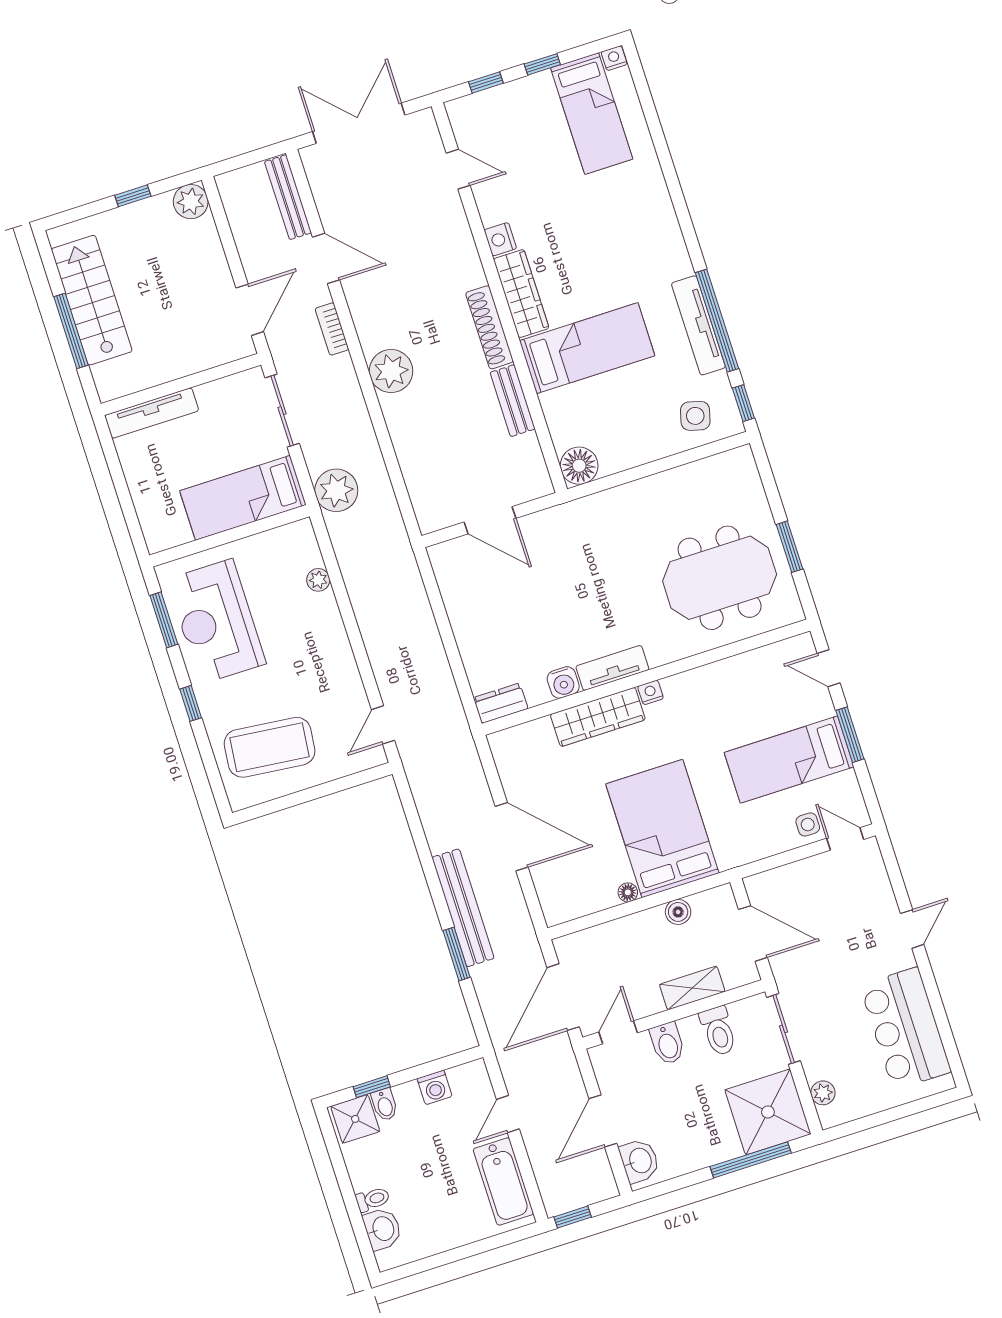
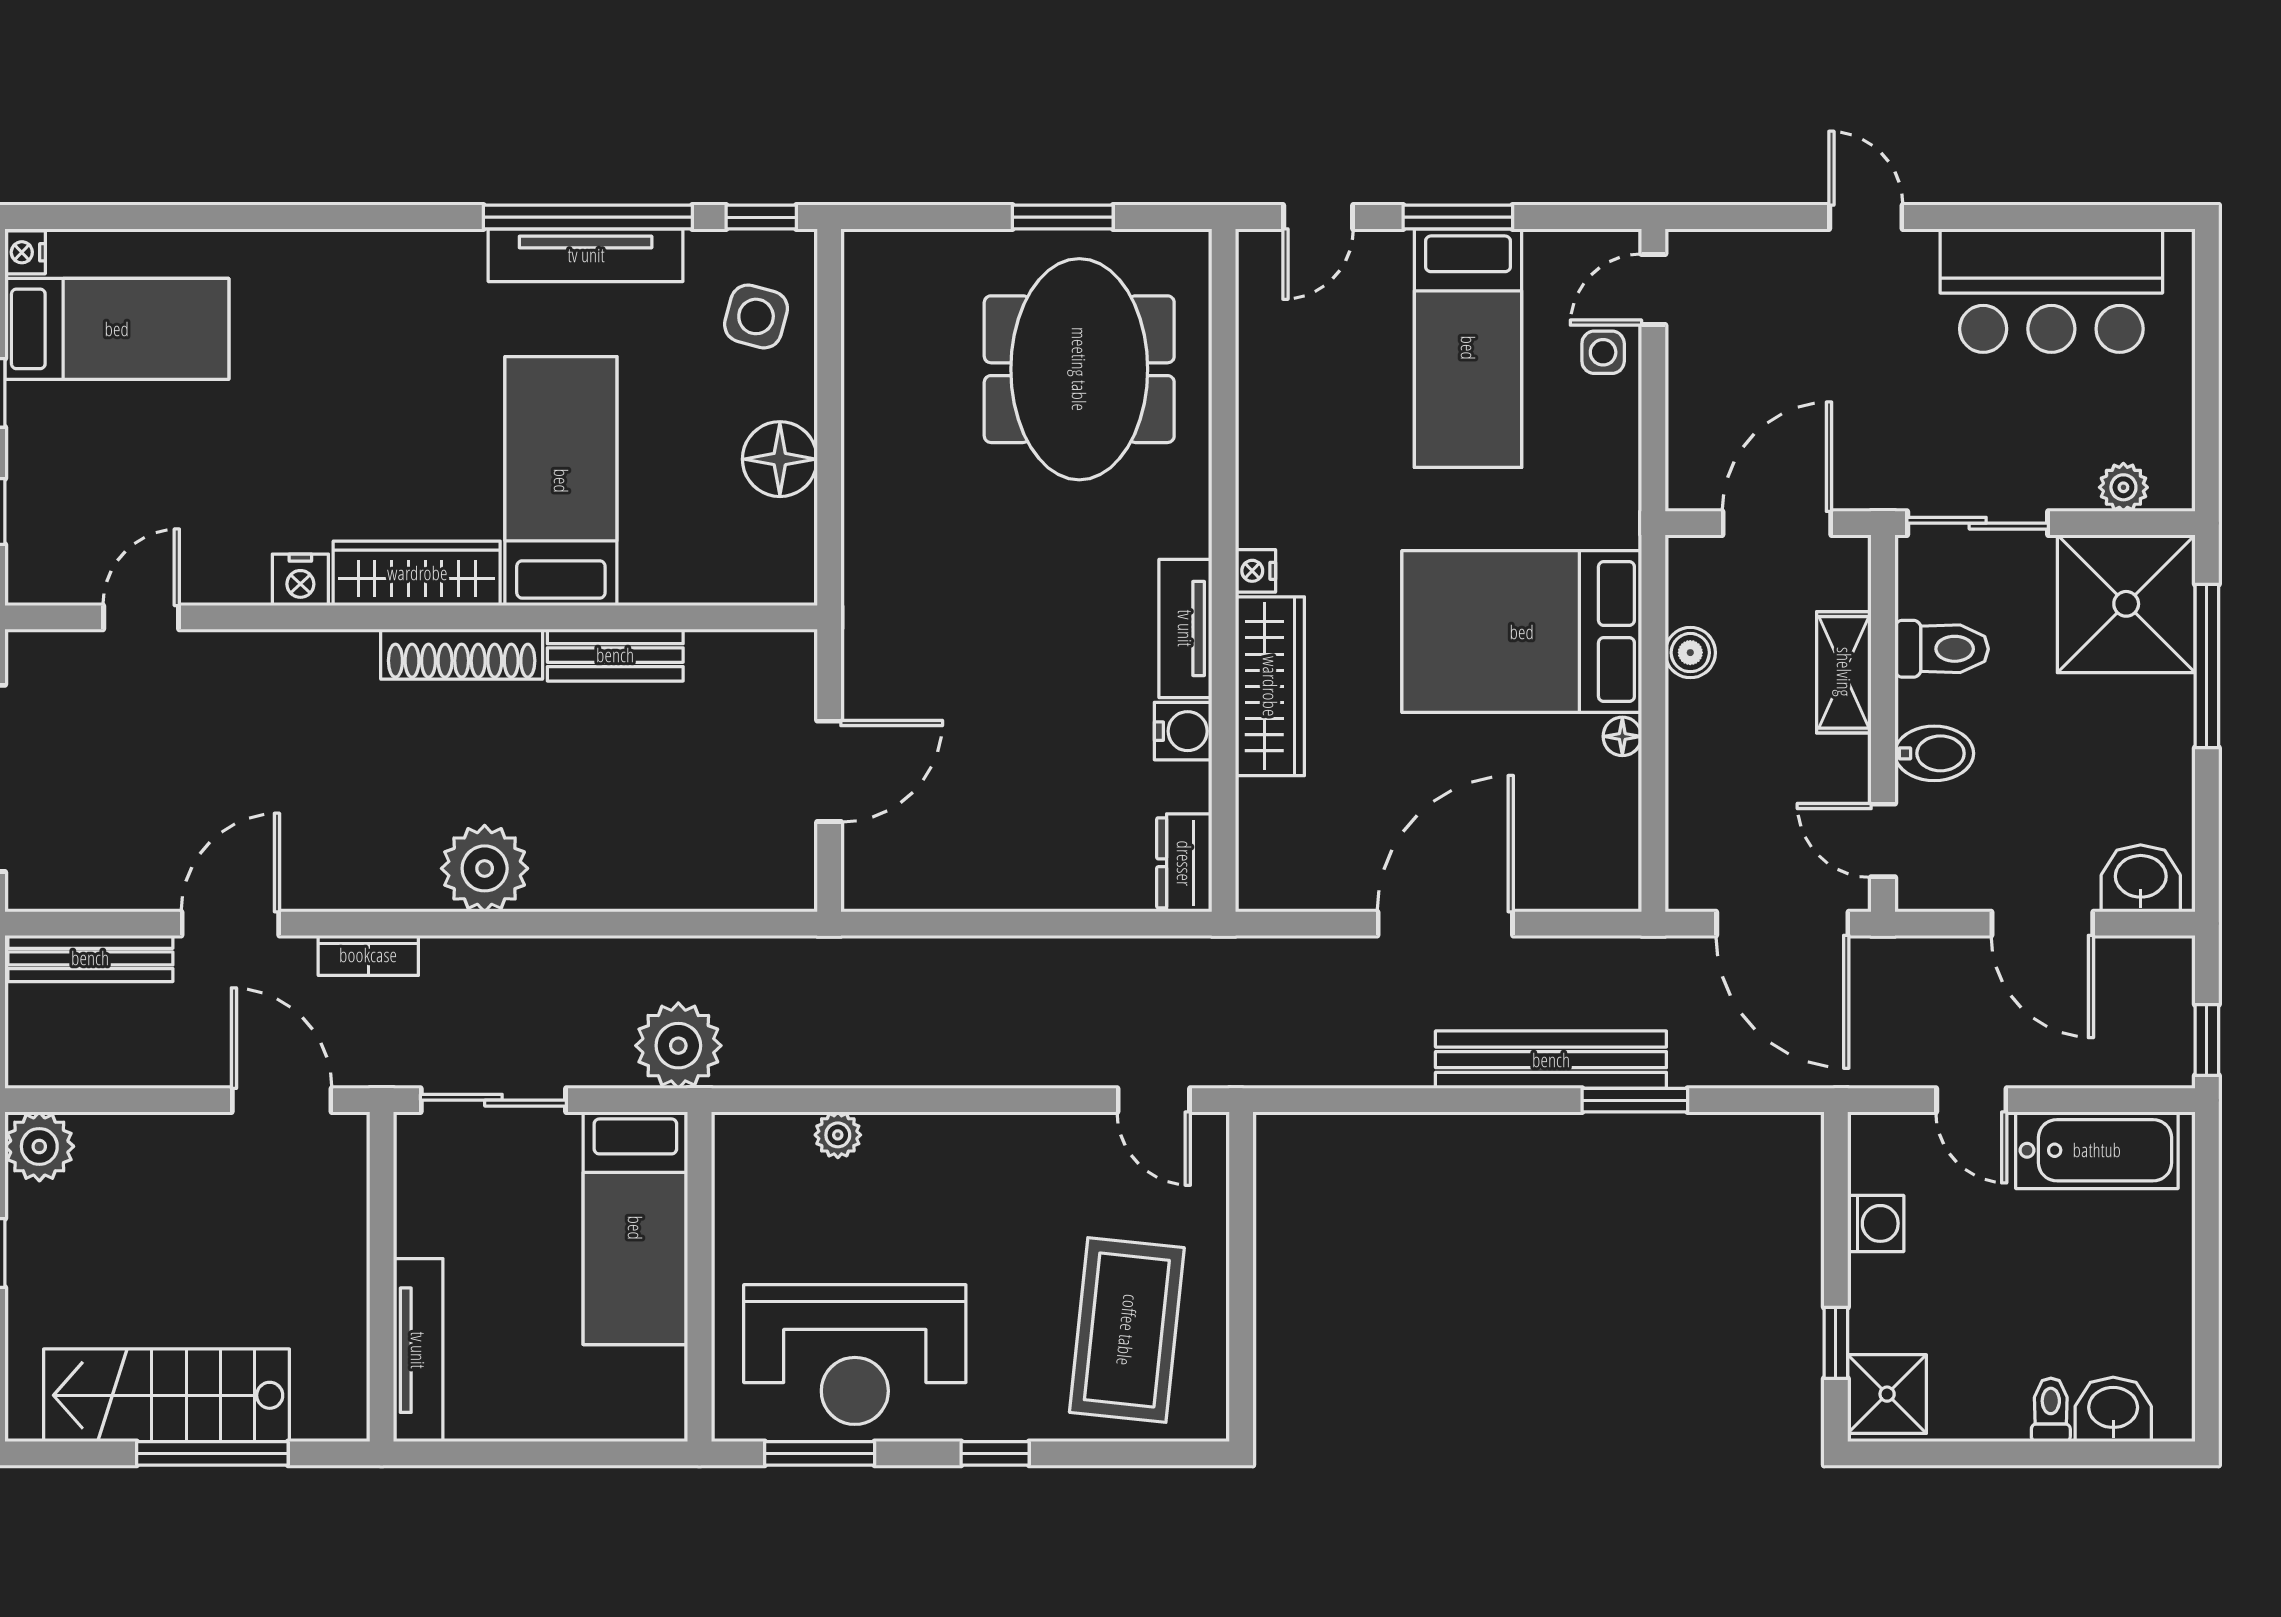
floor lamp: (579, 466) -> (780, 459), moved
bidet: (385, 1105) -> (1878, 1329), removed

